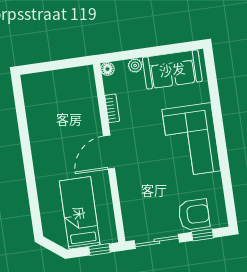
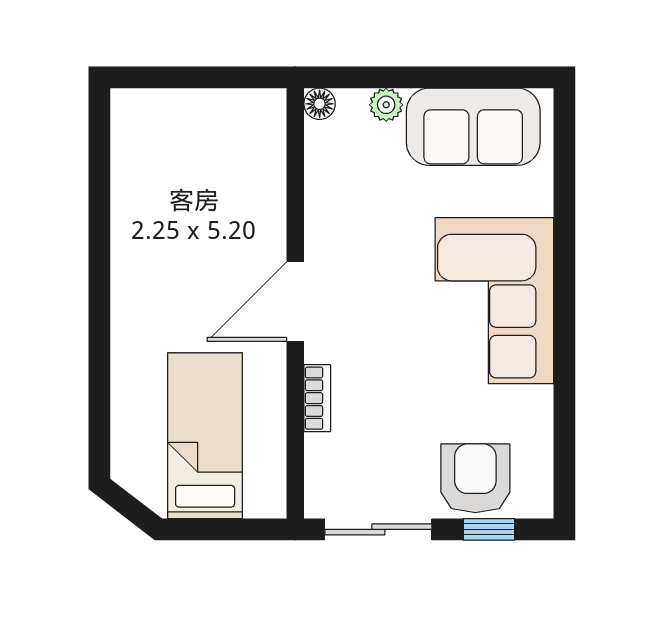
bookcase: (112, 108) -> (317, 398), moved
armchair: (194, 215) -> (475, 478), turned -90
window: (100, 249) -> (240, 529), removed

